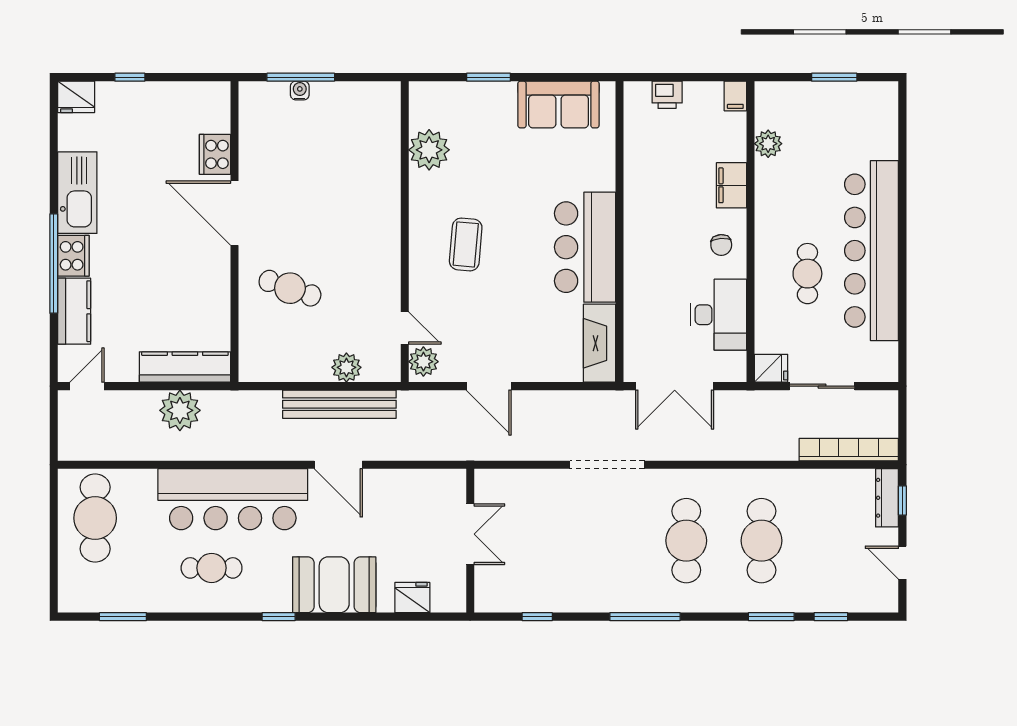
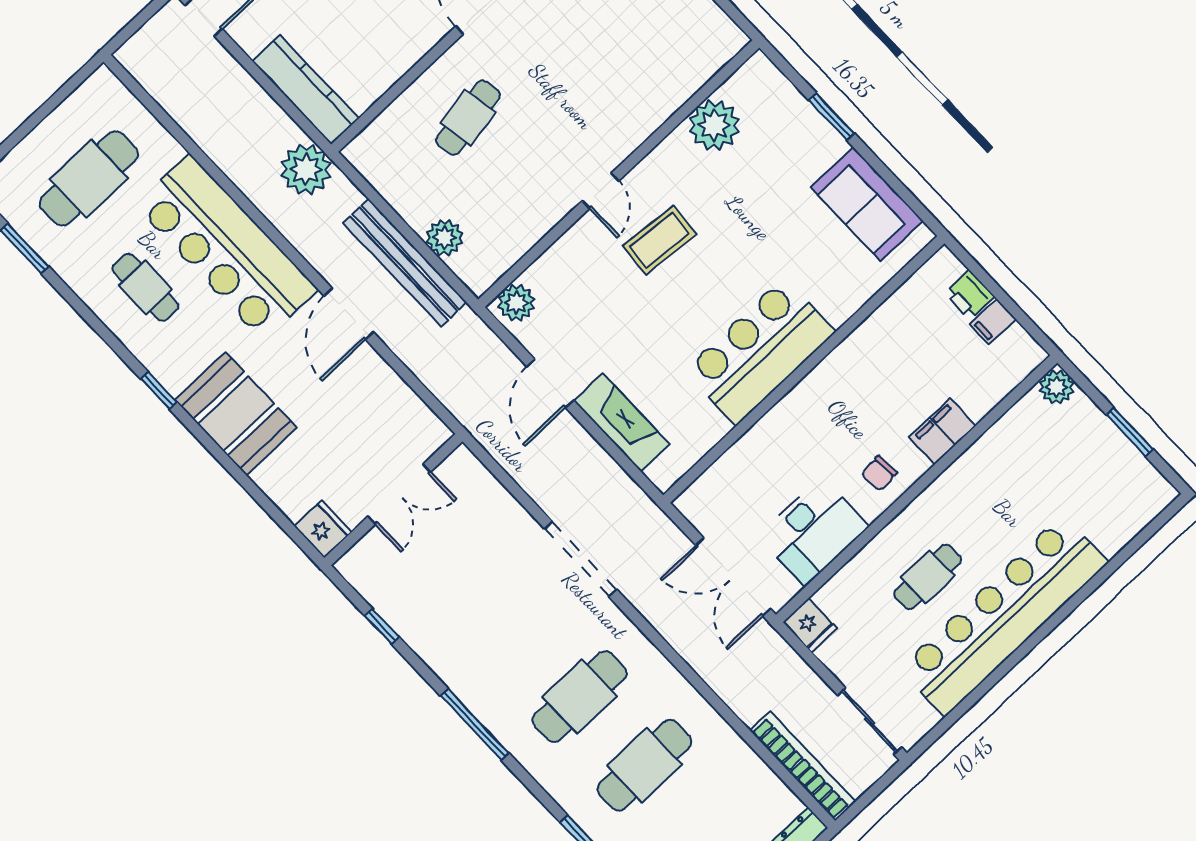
filing cabinet: (735, 96) -> (993, 322), moved
plant: (768, 144) -> (1057, 387), moved
cafe table: (290, 288) -> (468, 118), turned 61
door: (405, 328) -> (600, 191), moved
fireplace: (600, 343) -> (622, 422), moved, turned 90
double door: (675, 386) -> (733, 577), moved
sliding door: (822, 386) -> (870, 721), moved
plant: (180, 410) -> (306, 169), moved
cafe table: (95, 518) -> (89, 178), moved
fridge: (412, 598) -> (323, 529), moved

